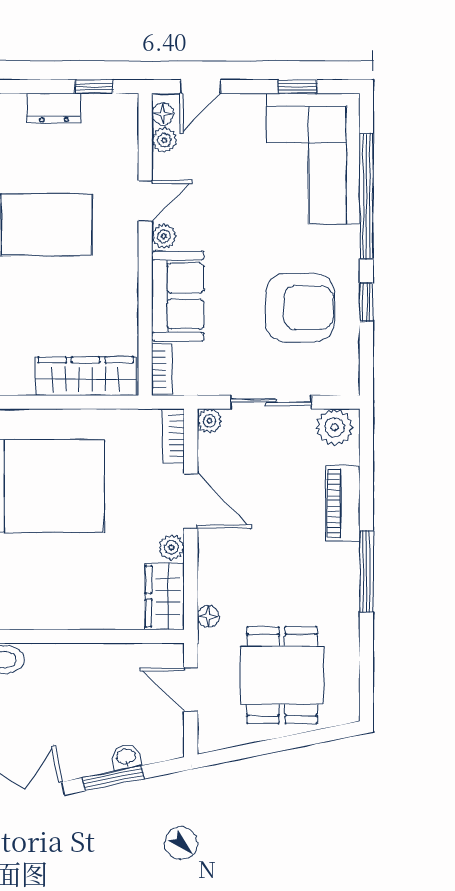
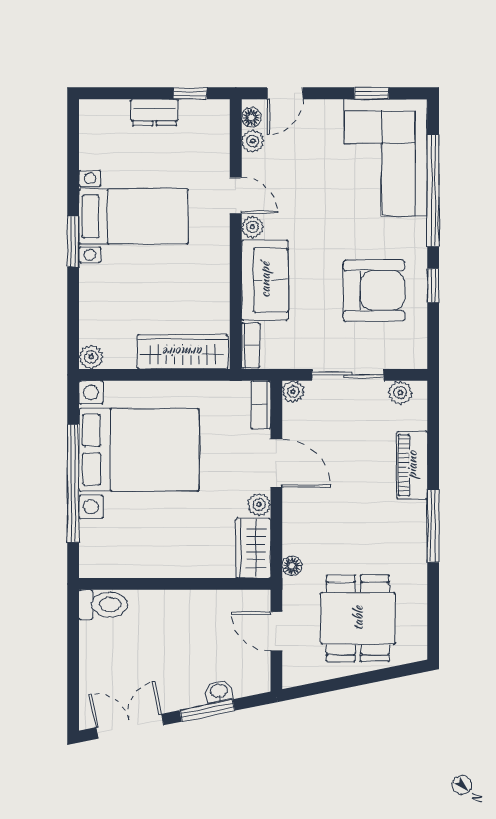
door: (145, 201) -> (236, 195), hinge flipped
plant: (335, 427) -> (400, 393), width x0.73, depth x0.73

